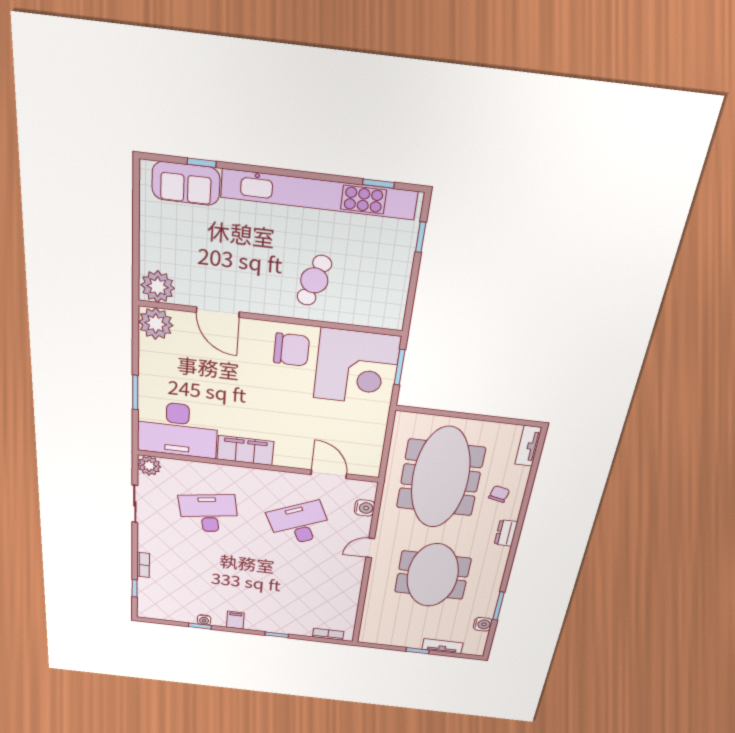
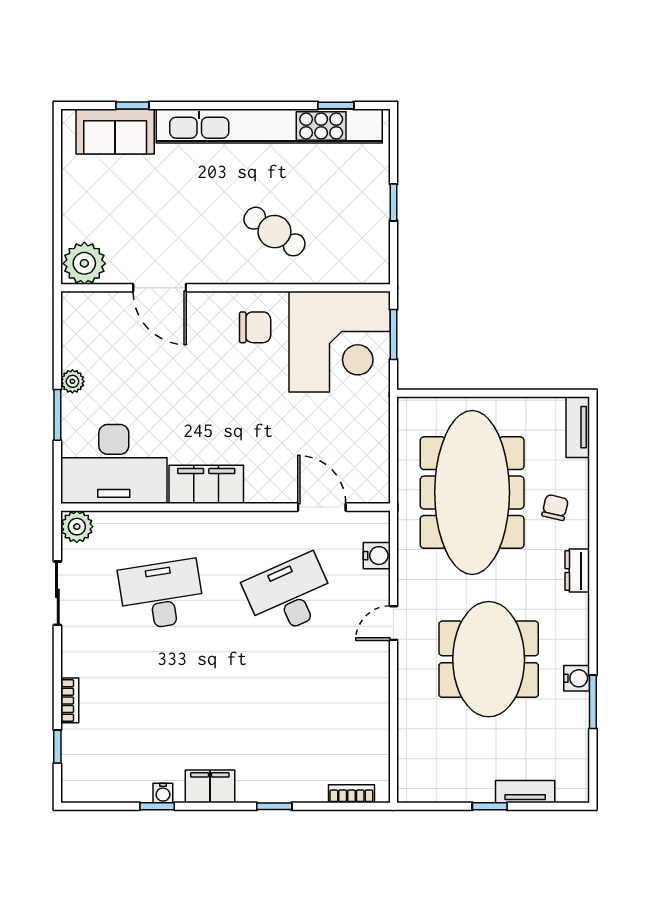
window: (421, 237) -> (393, 202), moved
cafe table: (314, 280) -> (274, 232), turned -74
plant: (156, 324) -> (72, 381), moved, width x0.53, depth x0.53
chair: (292, 350) -> (255, 327), width x0.73, depth x0.73
filing cabinet: (235, 620) -> (210, 786), width x2.00
water cooler: (483, 624) -> (577, 678), moved

